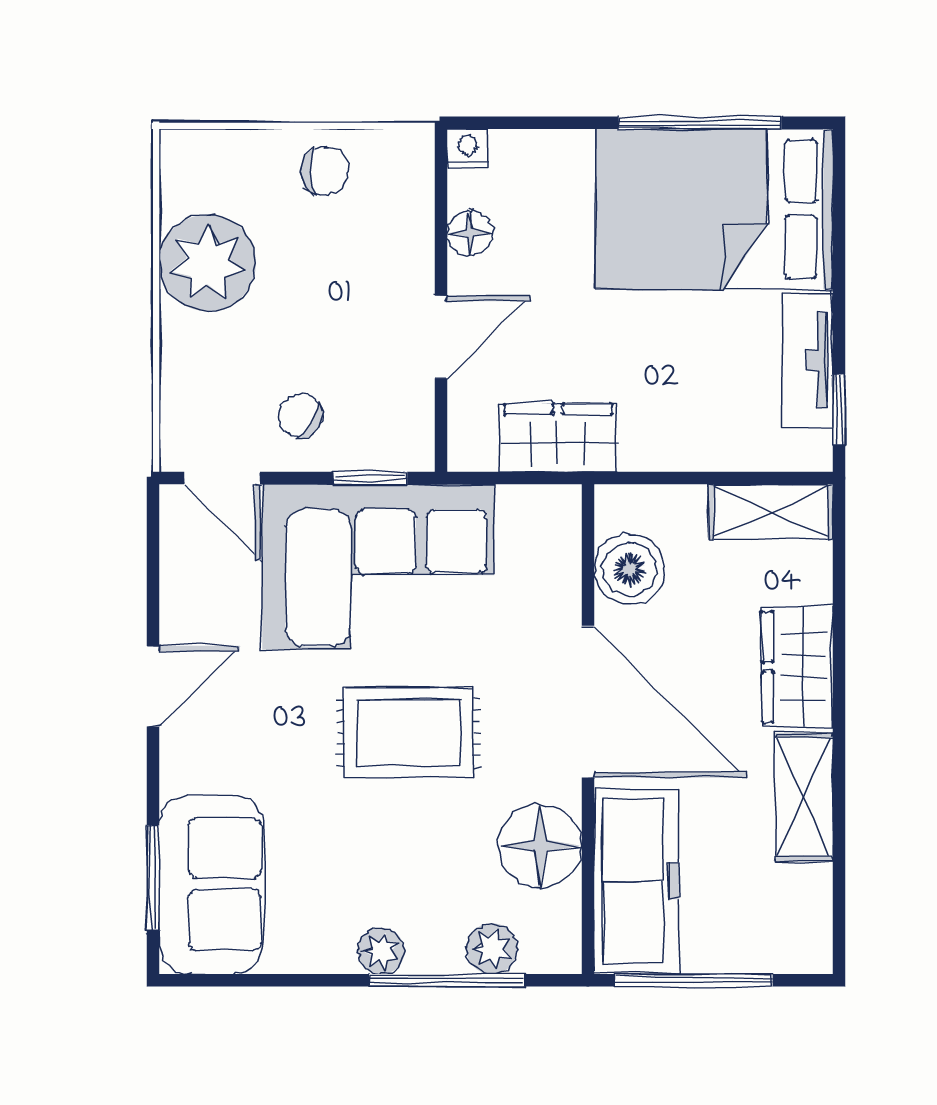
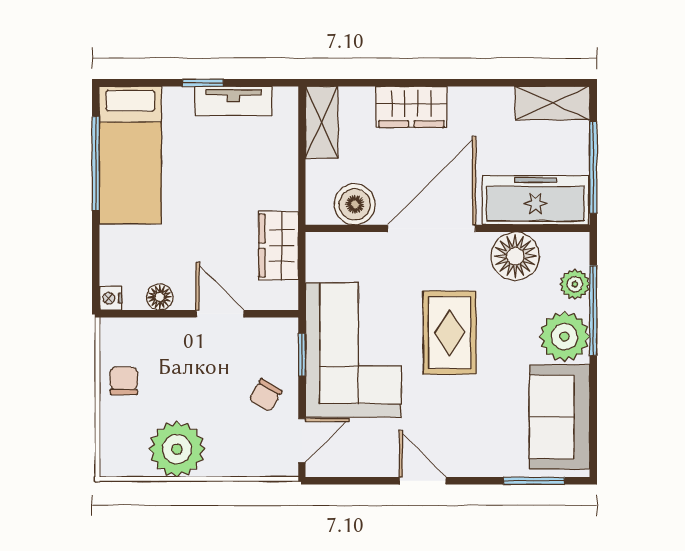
bed: (714, 209) -> (130, 155), width x0.67
window: (839, 410) -> (203, 83), moved
shelving: (804, 797) -> (553, 103), moved
sofa: (211, 884) -> (560, 417), moved, turned -90
plant: (381, 951) -> (564, 337), width x1.88, depth x1.88

